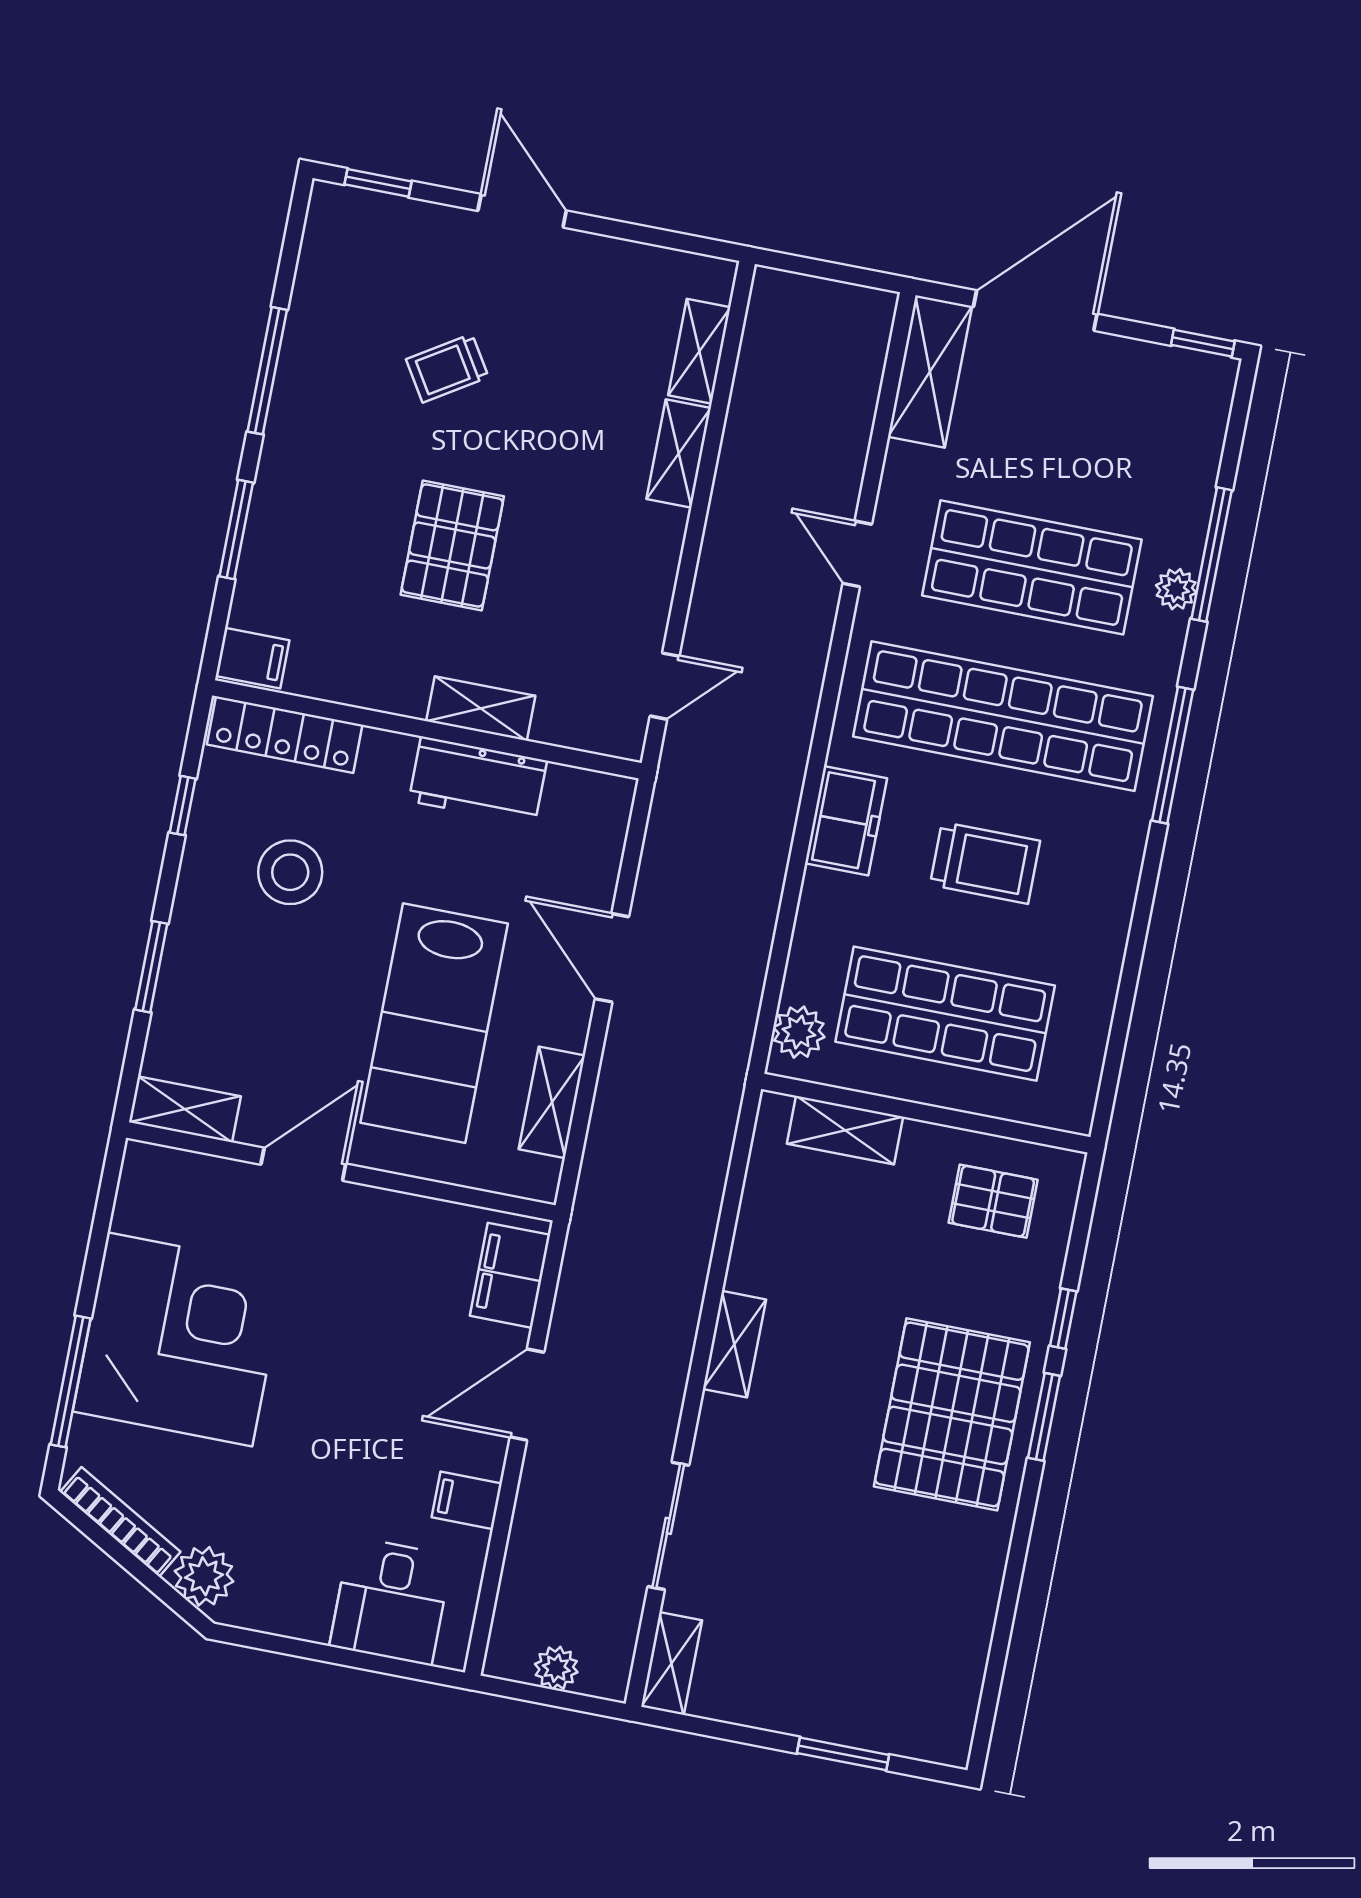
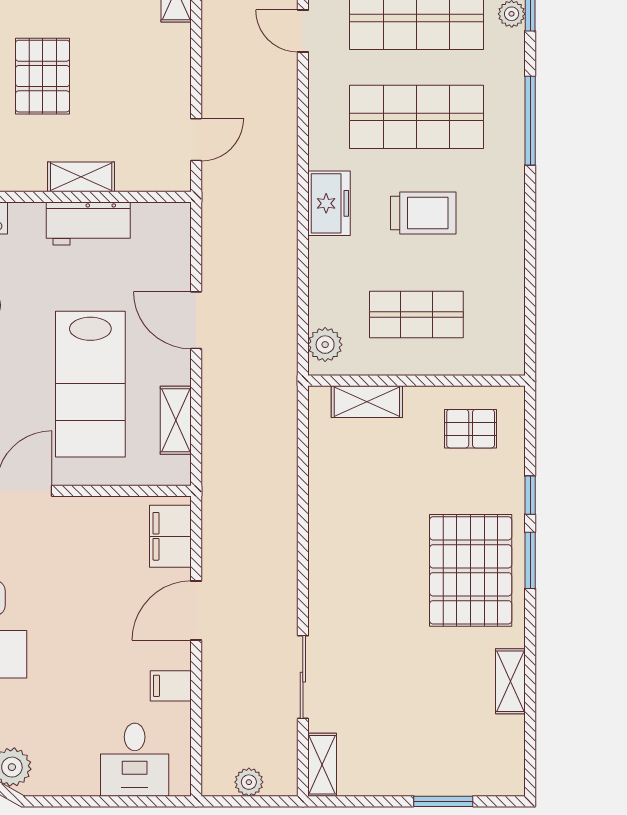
shop shelf: (1003, 716) -> (416, 117), width x0.71
shop shelf: (945, 1014) -> (416, 314), width x0.70, depth x0.74
shelving: (734, 1344) -> (510, 681), moved

